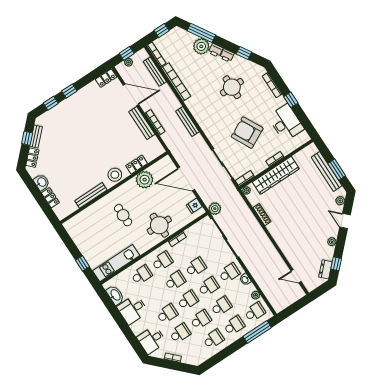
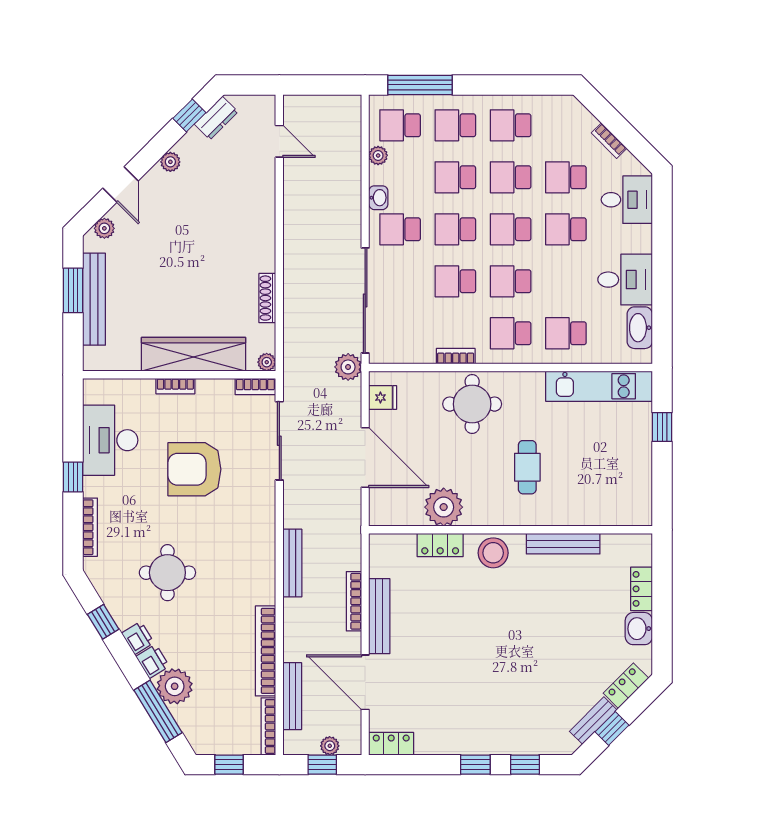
armchair: (247, 133) -> (194, 469), turned 117

